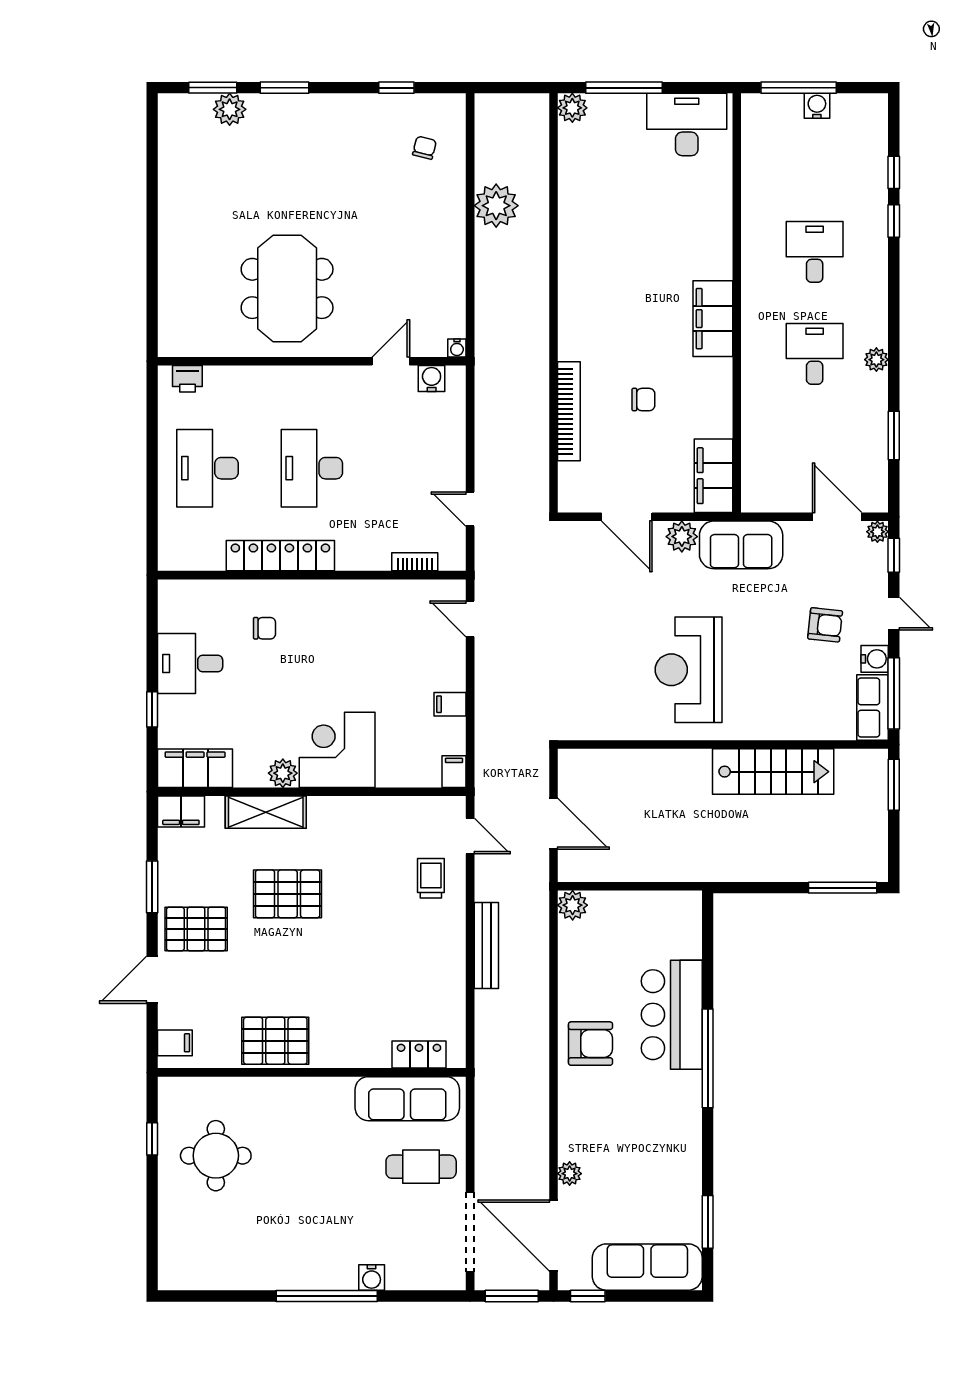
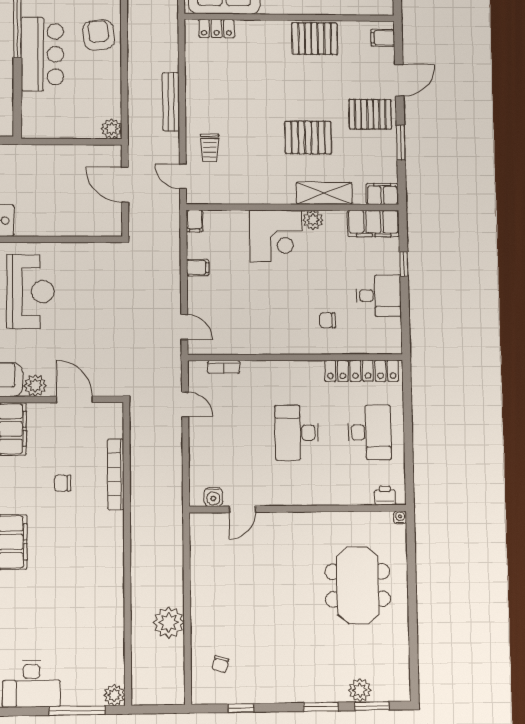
meeting table: (287, 288) -> (358, 585), moved
water cooler: (457, 348) -> (400, 517), moved
desk: (312, 468) -> (297, 433), turned 180
locker: (280, 556) -> (362, 371), moved
armchair: (590, 1044) -> (99, 35), turned 83

